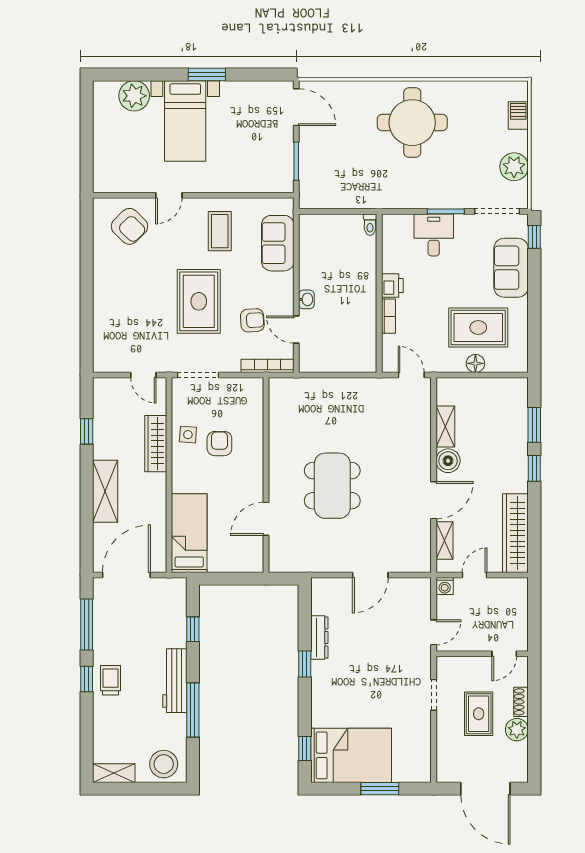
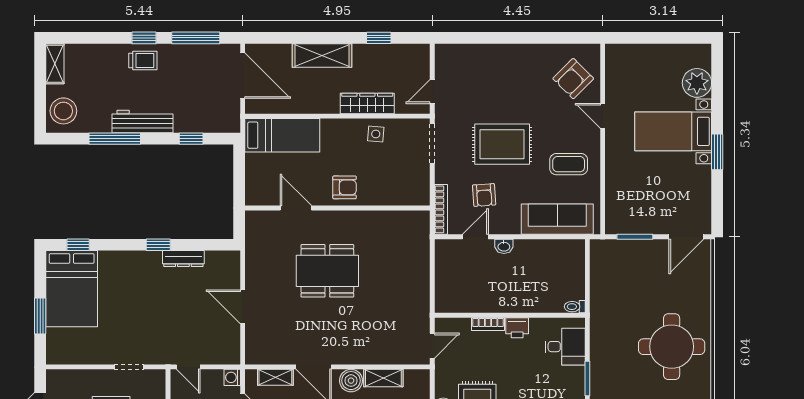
desk: (434, 235) -> (565, 347), moved
sofa: (278, 243) -> (557, 219), width x1.36
armchair: (219, 444) -> (345, 187), moved

